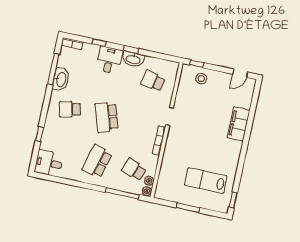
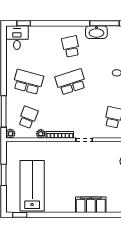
window: (39, 134) -> (24, 23), moved
plant: (149, 181) -> (41, 134), moved
lab bench: (206, 181) -> (32, 186), width x1.36, depth x1.39

